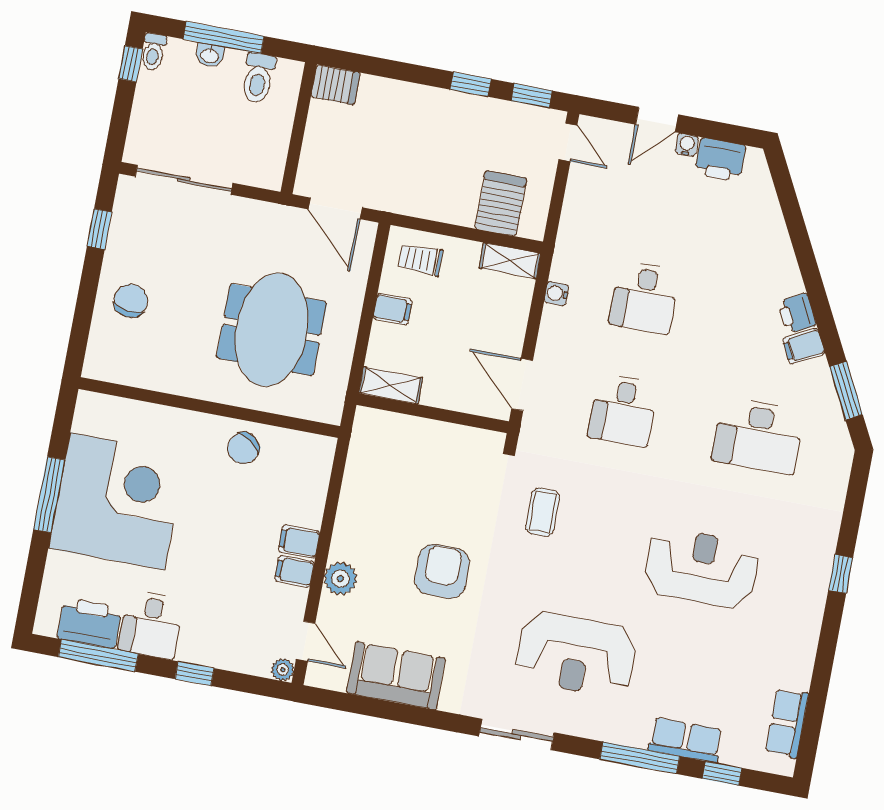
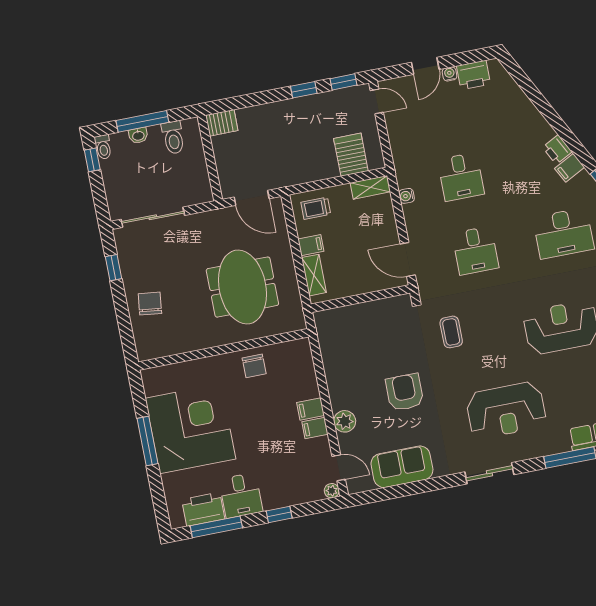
shelving: (391, 385) -> (314, 275), moved, turned 90
chair: (243, 448) -> (254, 366), turned -36

